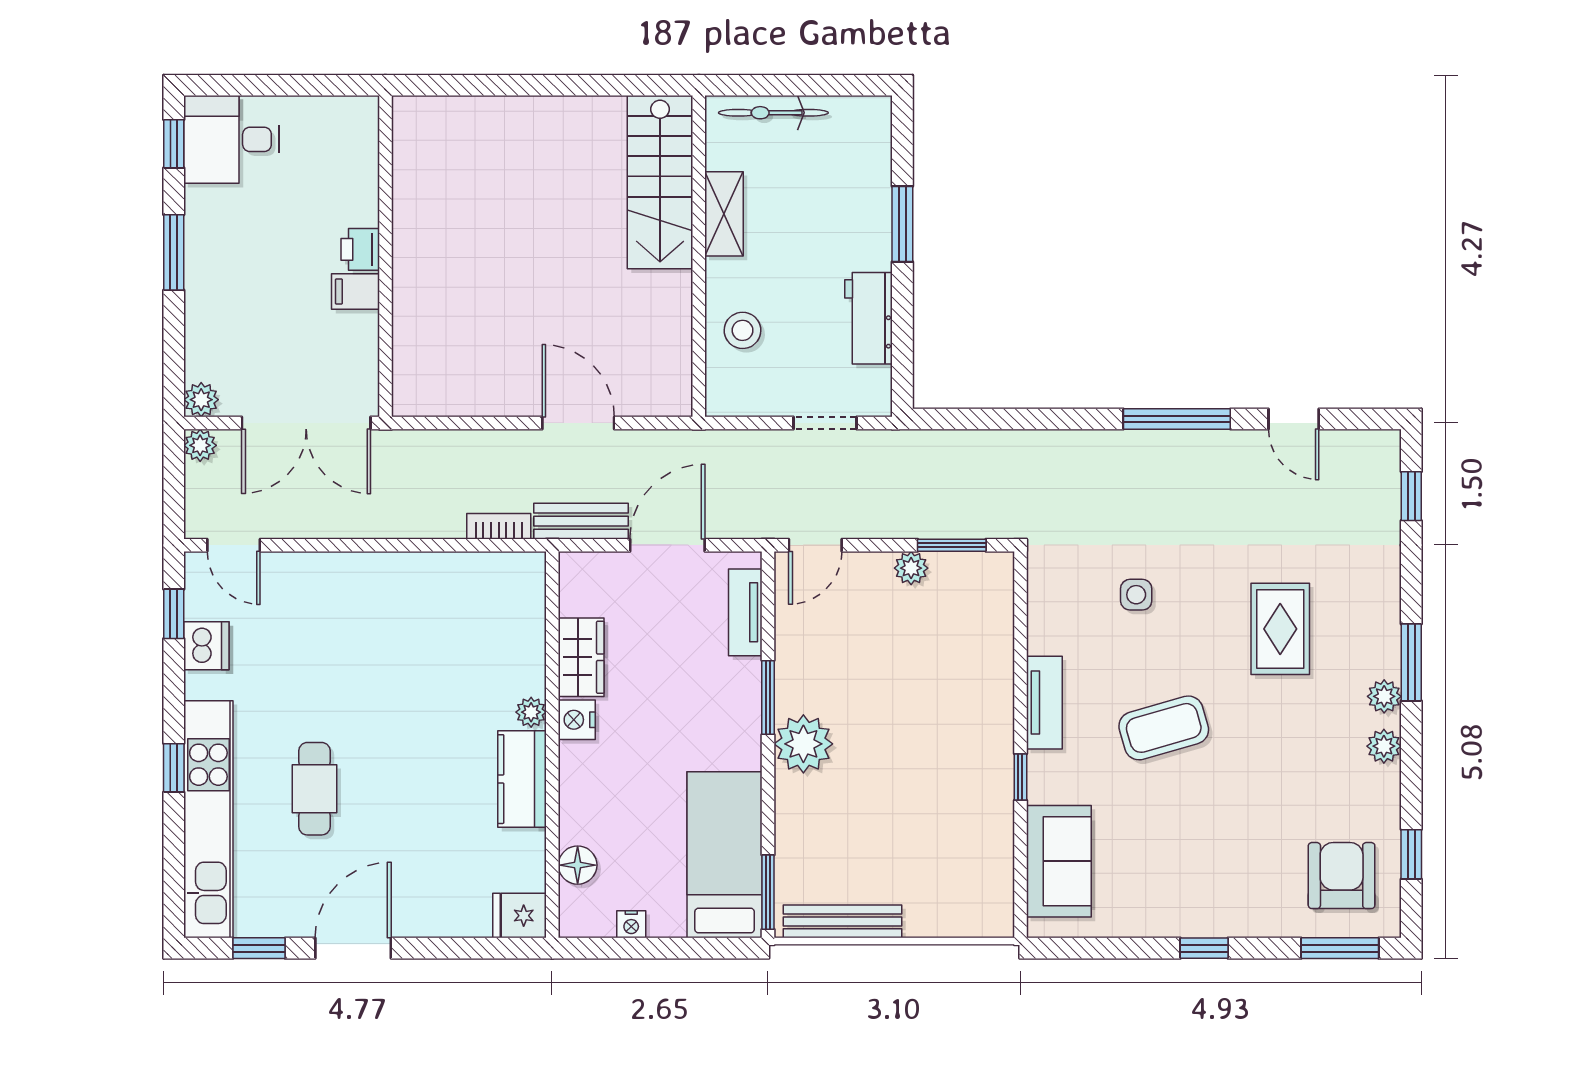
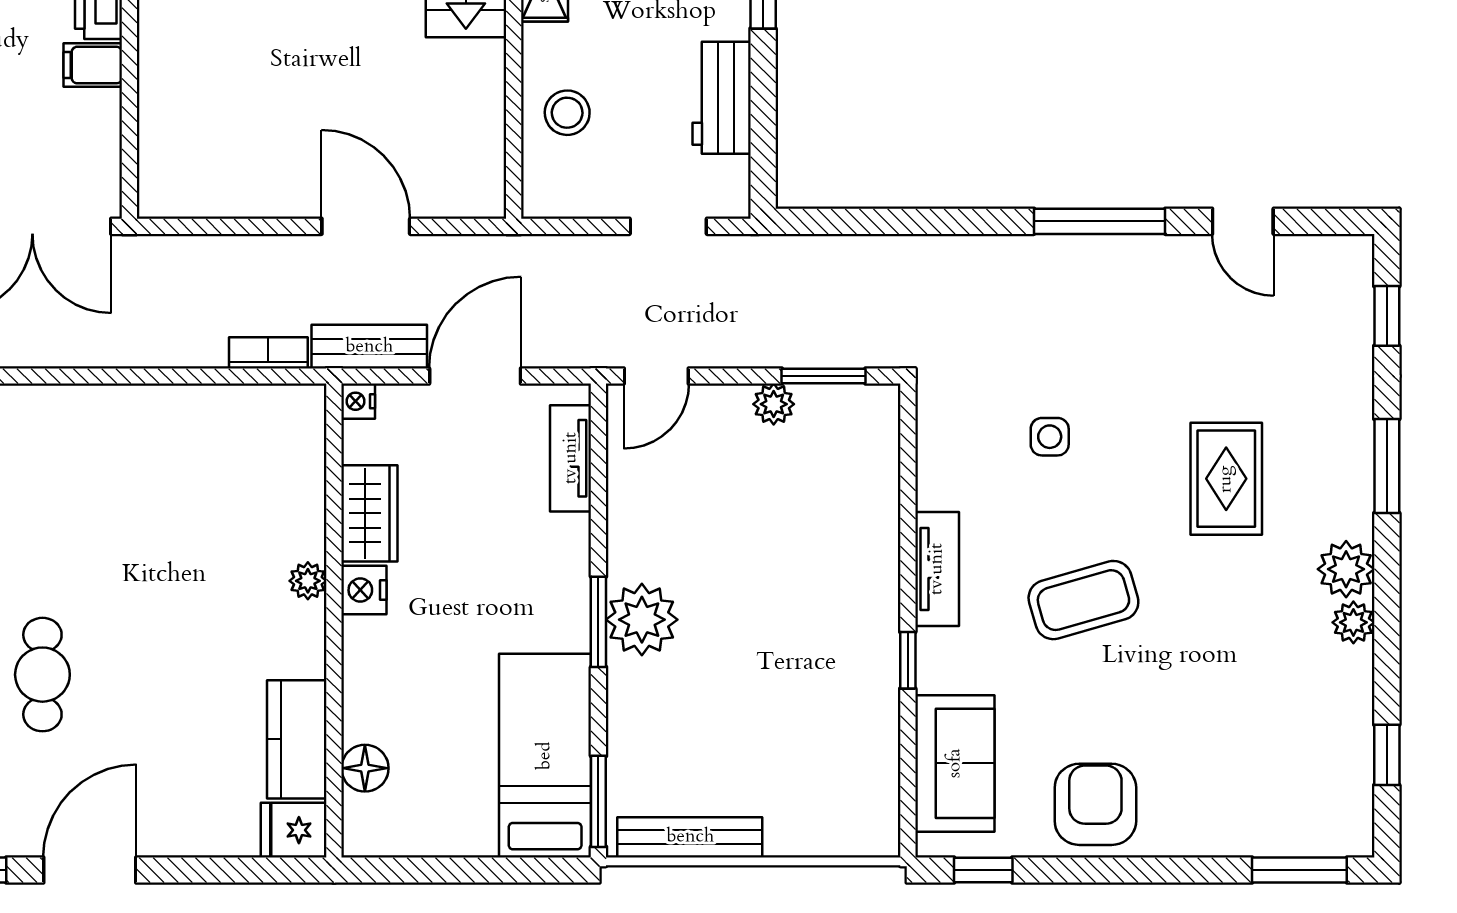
window: (1411, 662) -> (1387, 466), moved
plant: (1384, 696) -> (1346, 569), width x1.38, depth x1.38
window: (768, 697) -> (598, 622), moved
kitchen counter: (522, 779) -> (297, 739), moved
armchair: (1342, 876) -> (1095, 804), moved
nightstand: (631, 924) -> (358, 401), moved, turned 90
window: (1204, 948) -> (983, 870), moved

